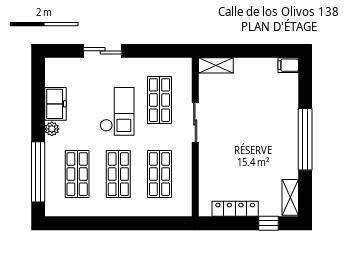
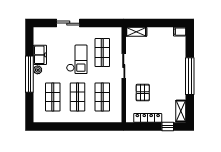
pallet: (227, 167) -> (143, 93), added
window: (38, 172) -> (29, 74), moved

